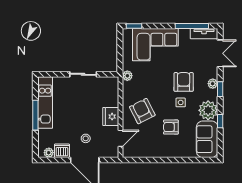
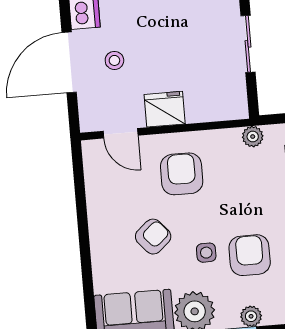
armchair: (184, 82) -> (250, 255), turned -90
armchair: (142, 111) -> (182, 174), turned -63
armchair: (171, 127) -> (153, 237), turned 49

